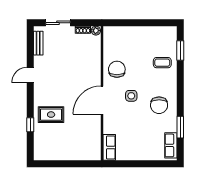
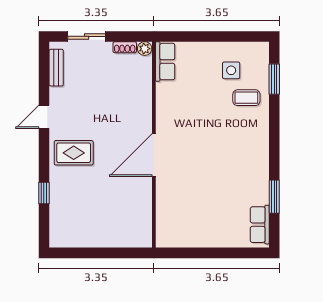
chair: (117, 69) -> (177, 108), removed
side table: (131, 96) -> (231, 70), moved
chair: (159, 105) -> (241, 163), removed
rug: (51, 115) -> (74, 153), moved
row of seats: (109, 147) -> (165, 62), moved

